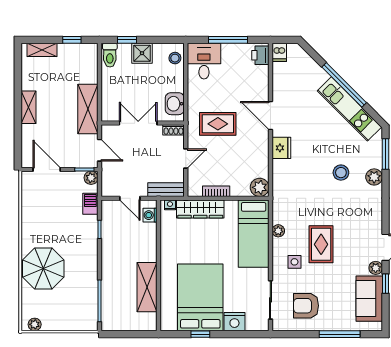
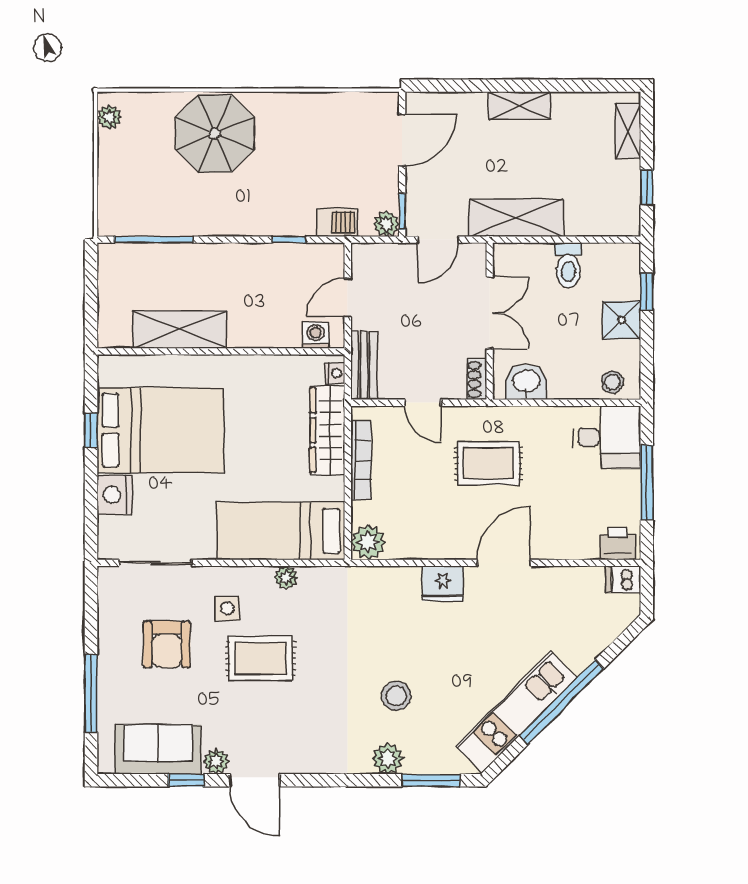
toilet: (110, 55) -> (568, 265), moved, turned -90
rug: (218, 124) -> (488, 463), turned 90
bookcase: (216, 191) -> (361, 460), width x1.56
armchair: (306, 306) -> (167, 644), moved, turned 180

